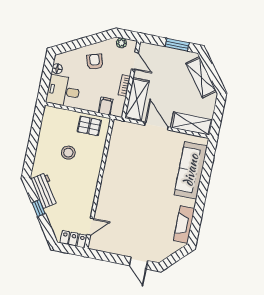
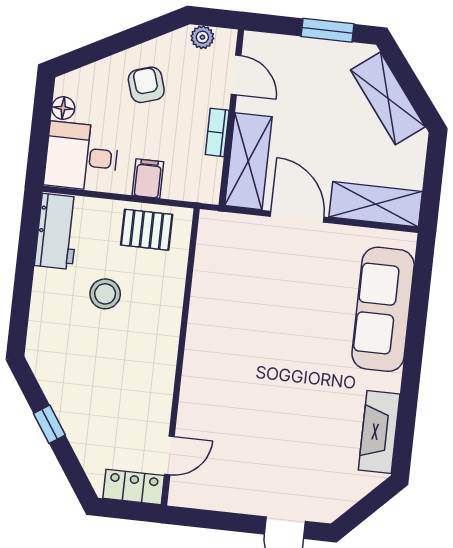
filing cabinet: (106, 106) -> (148, 179), moved
workbench: (45, 191) -> (57, 231), moved, turned 34

